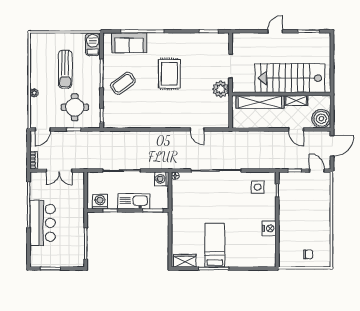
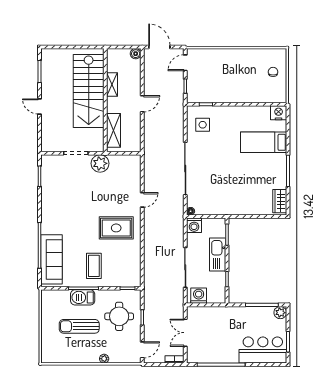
sofa: (129, 43) -> (52, 259), width x1.36
barbecue: (93, 44) -> (83, 297), moved
sun lounger: (65, 69) -> (79, 326), turned 180
rug: (169, 74) -> (116, 228), moved
coffee table: (123, 83) -> (94, 266), turned 37
shelving: (260, 102) -> (113, 130), width x0.68
boiler: (321, 119) -> (136, 54), width x0.54, depth x0.54
door: (43, 129) -> (142, 350), hinge flipped
door: (197, 129) -> (142, 200), moved
door: (296, 129) -> (142, 104), moved
double door: (59, 170) -> (185, 333), swing flipped
washing machine: (100, 202) -> (199, 296), moved, turned 90
bar counter: (43, 223) -> (263, 350), moved
nightstand: (269, 228) -> (279, 113), moved
bed: (215, 245) -> (264, 142), moved
plant: (78, 261) -> (280, 313), added

